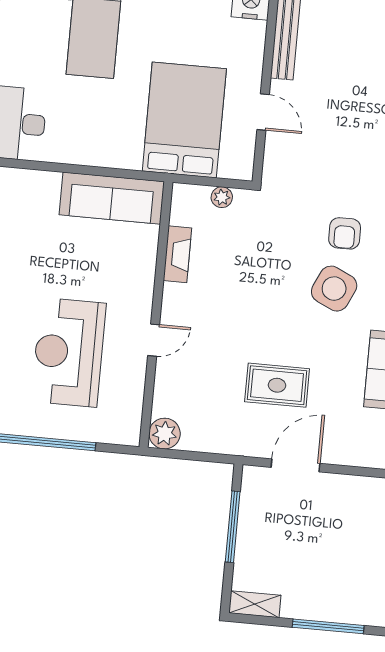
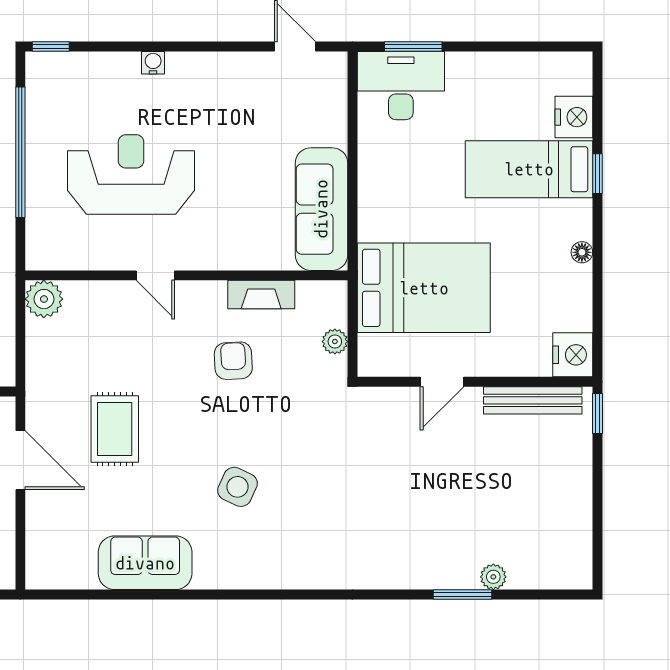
armchair: (345, 233) -> (233, 361), moved, turned 87
side table: (334, 289) -> (238, 487), width x0.73, depth x0.73

